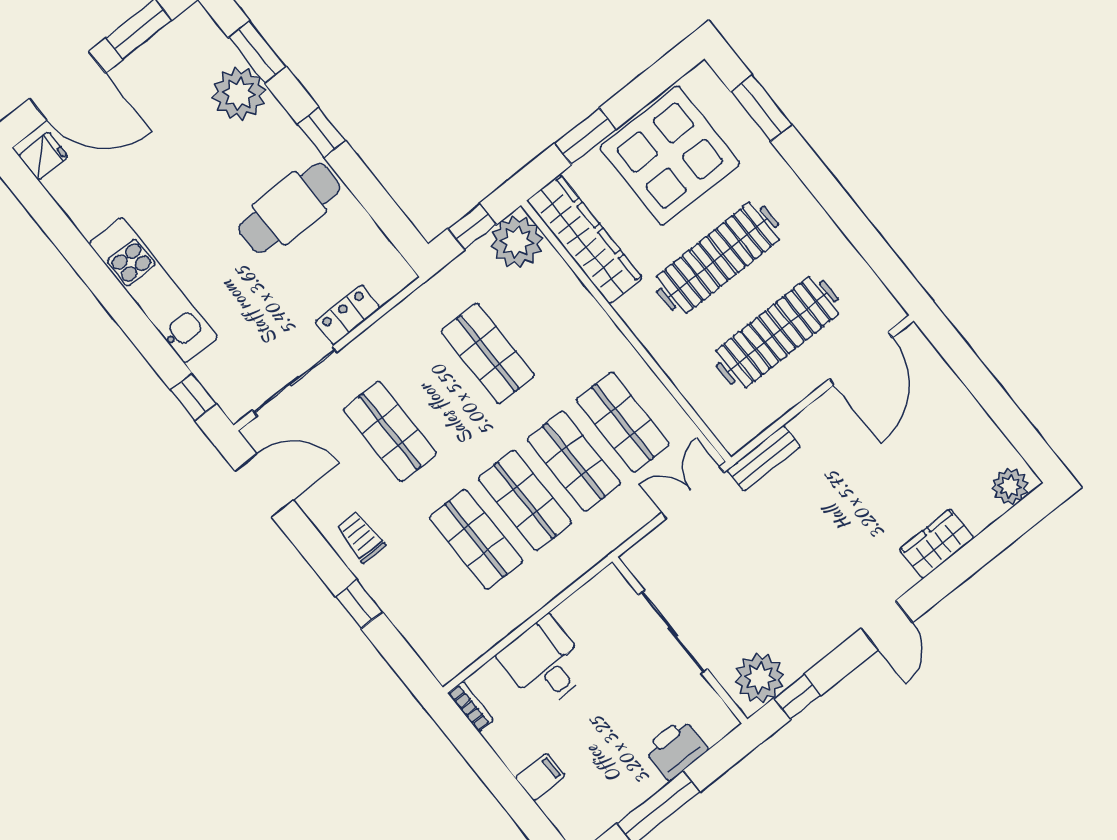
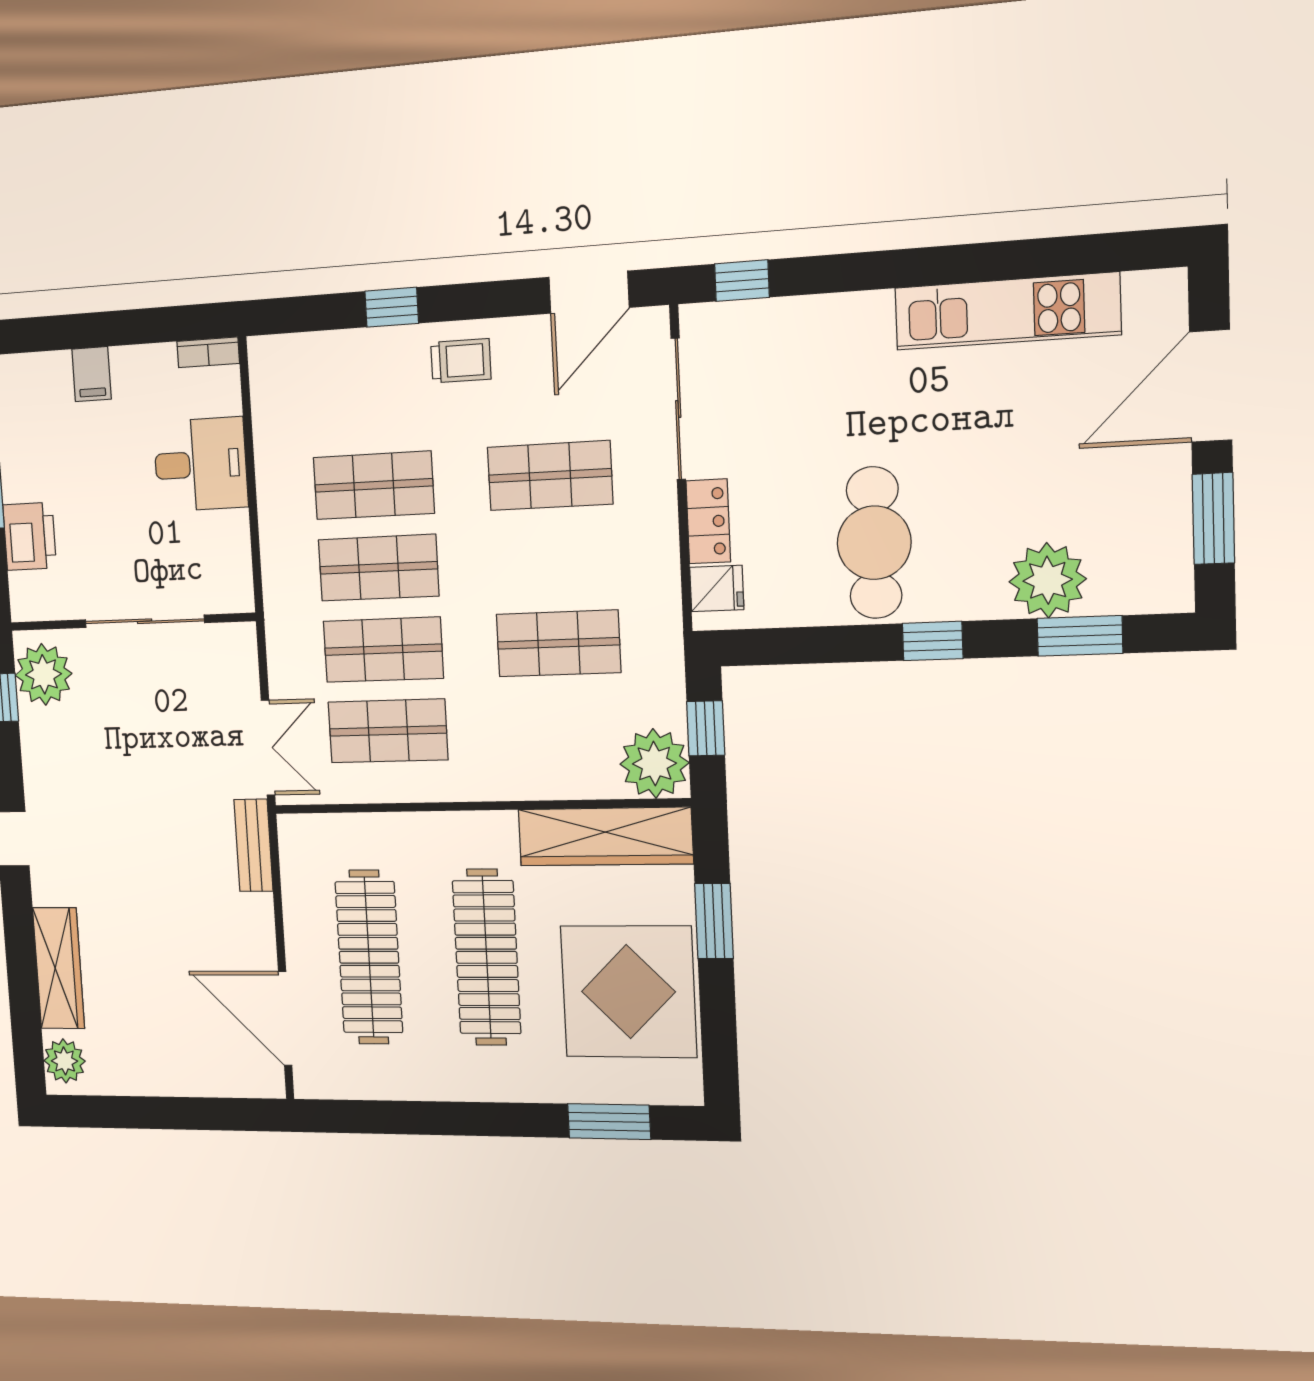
fridge: (43, 156) -> (717, 588), moved, turned -90
kitchen unit: (153, 290) -> (1007, 311), moved
wardrobe: (937, 544) -> (59, 968), width x1.50

